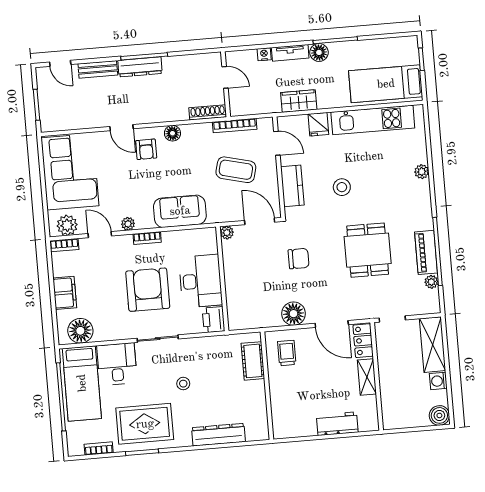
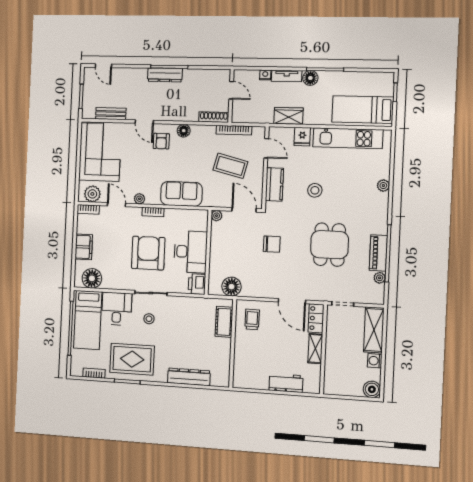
bench: (98, 69) -> (111, 114), moved
floor lamp: (294, 314) -> (231, 287), moved
stool: (183, 384) -> (149, 319), moved

